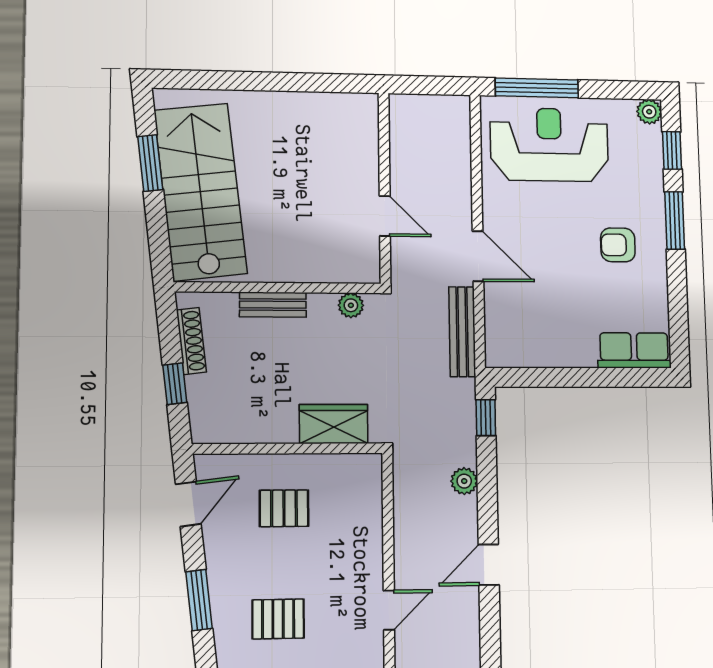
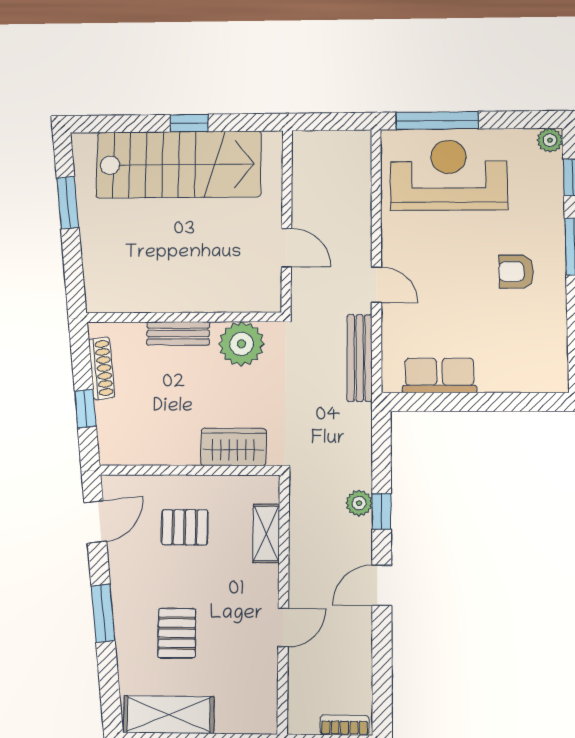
window: (279, 82) -> (189, 123), added
stairs: (200, 192) -> (179, 165), moved, turned 97
door: (478, 256) -> (376, 285), width x0.73
plant: (351, 305) -> (241, 344), width x1.88, depth x1.88
row of seats: (634, 350) -> (439, 375), moved
window: (486, 418) -> (382, 511), moved
shelving: (370, 513) -> (266, 533), added
pallet: (278, 619) -> (177, 633), turned 90

